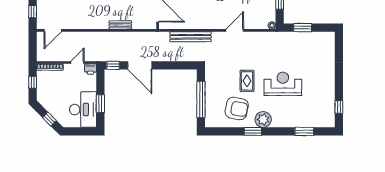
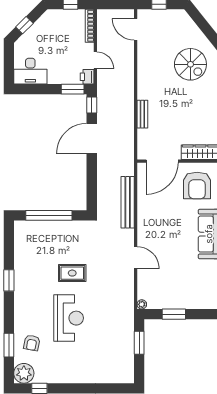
window: (100, 104) -> (73, 89), moved
armchair: (237, 109) -> (32, 343), moved, width x0.53, depth x0.53
desk: (83, 110) -> (30, 71), width x0.73, depth x0.77
plant: (263, 119) -> (24, 373), moved

